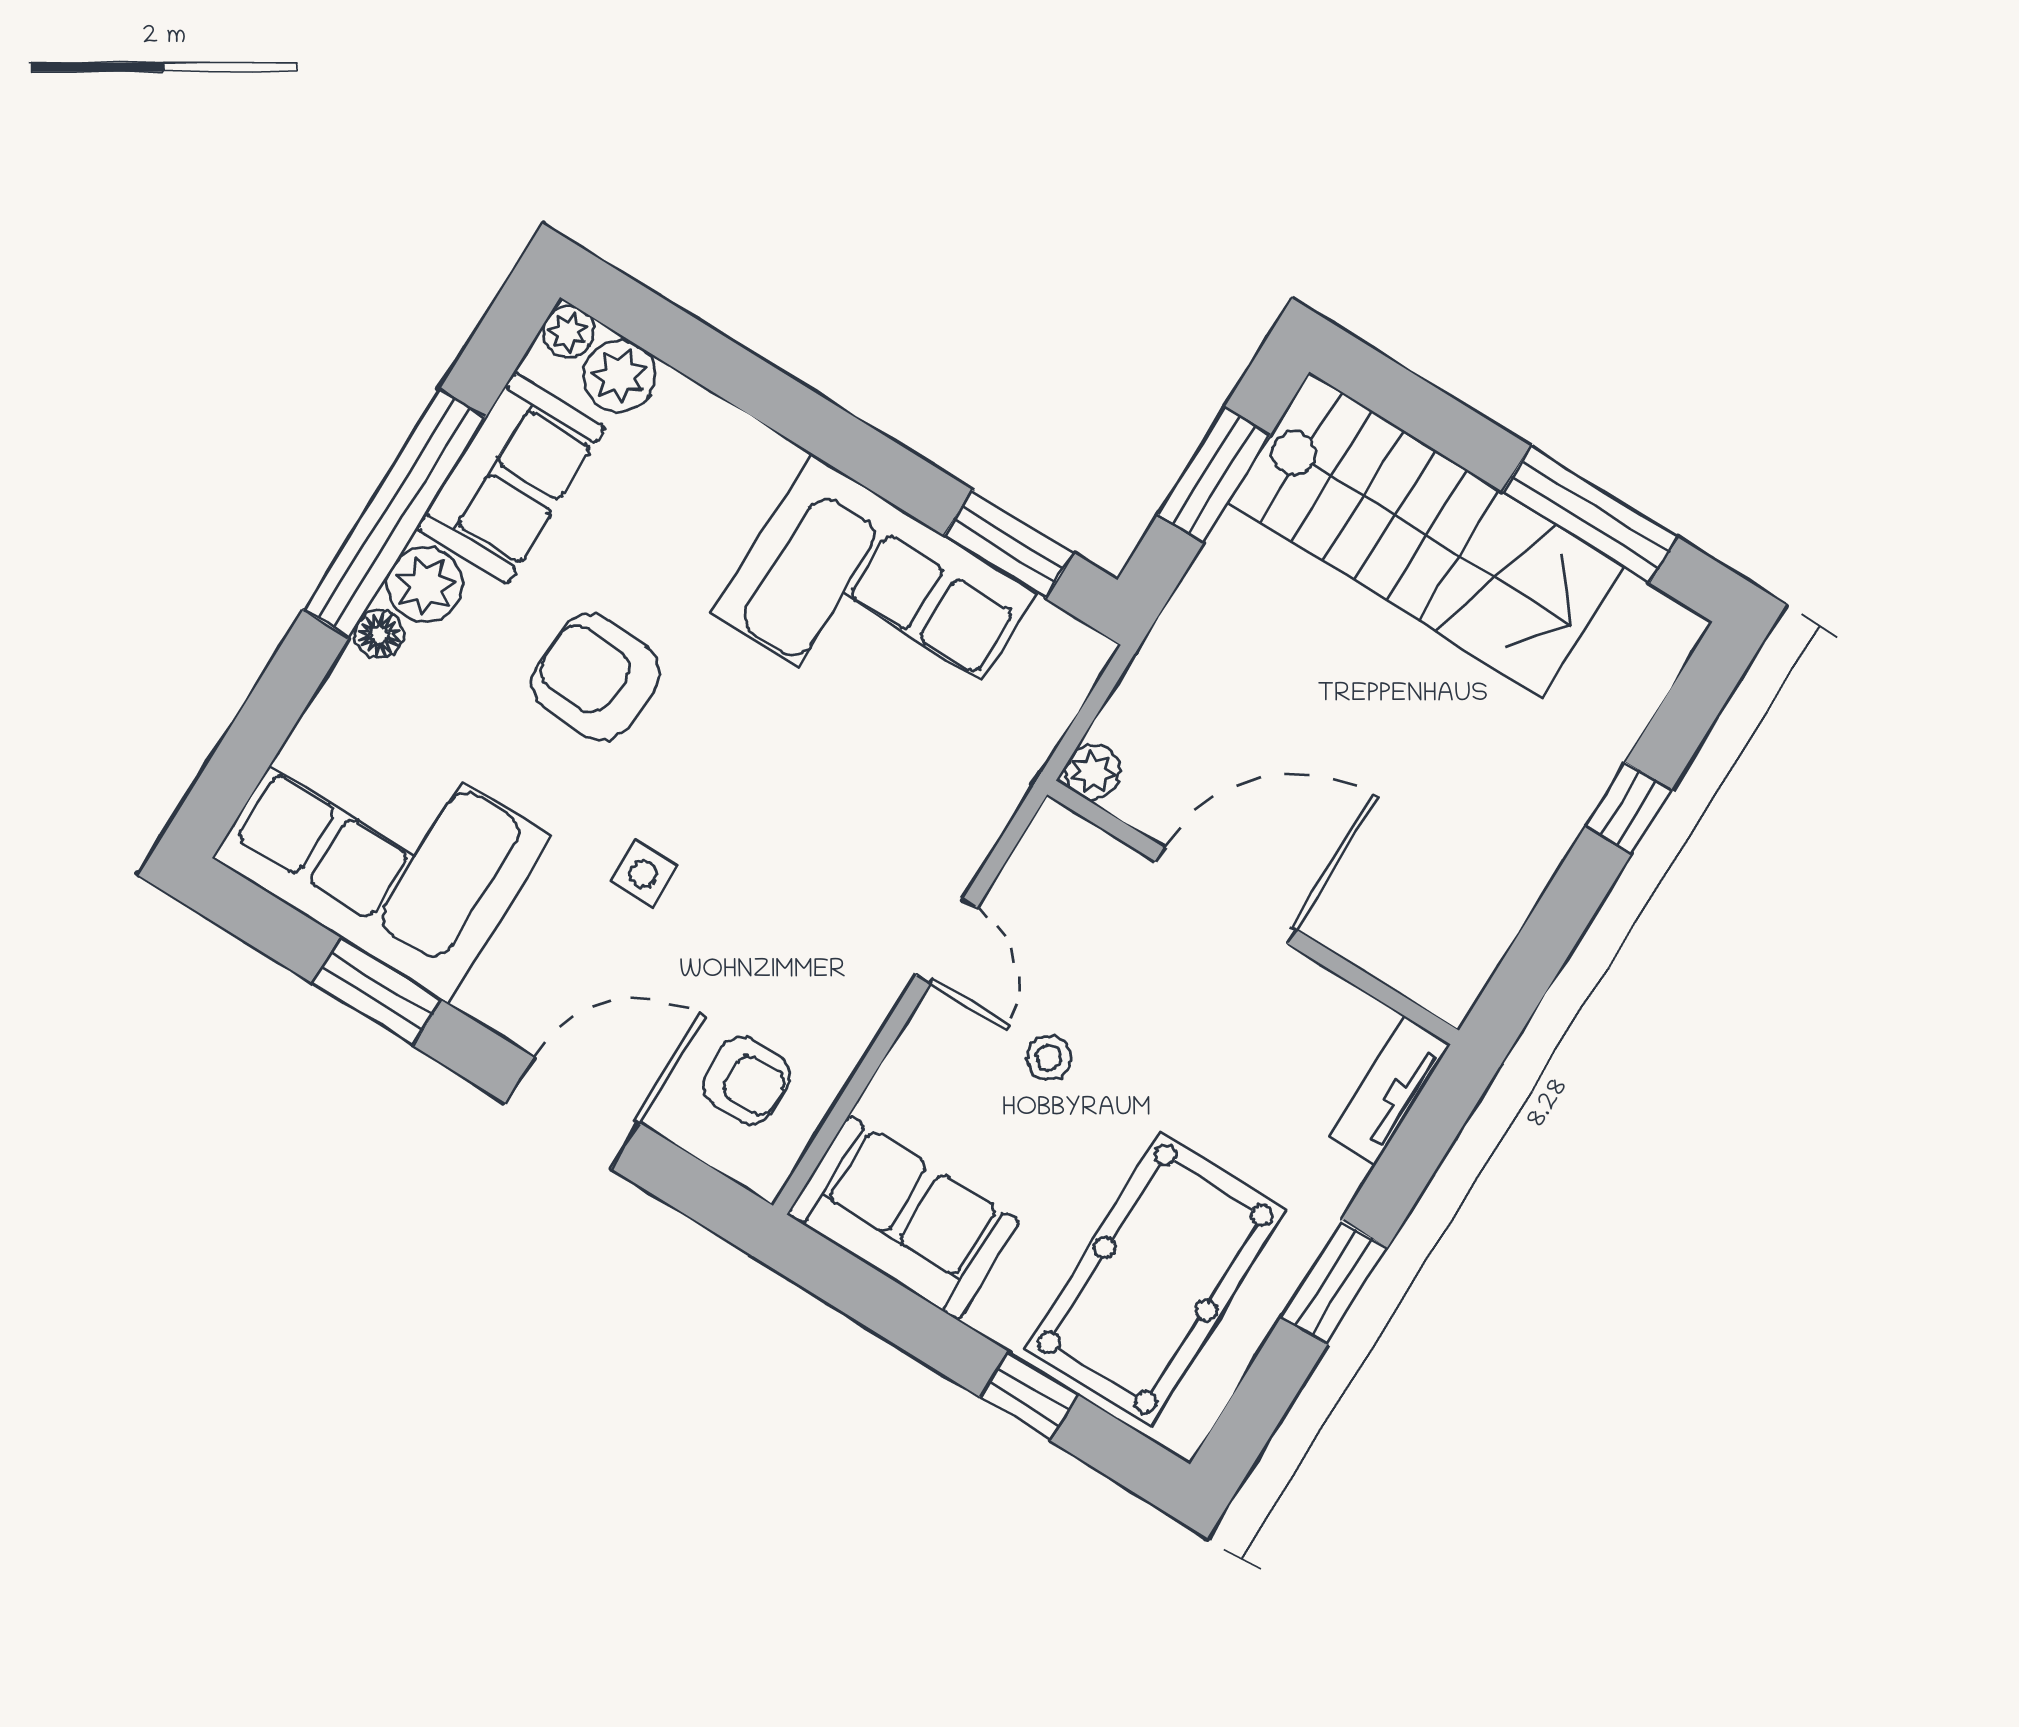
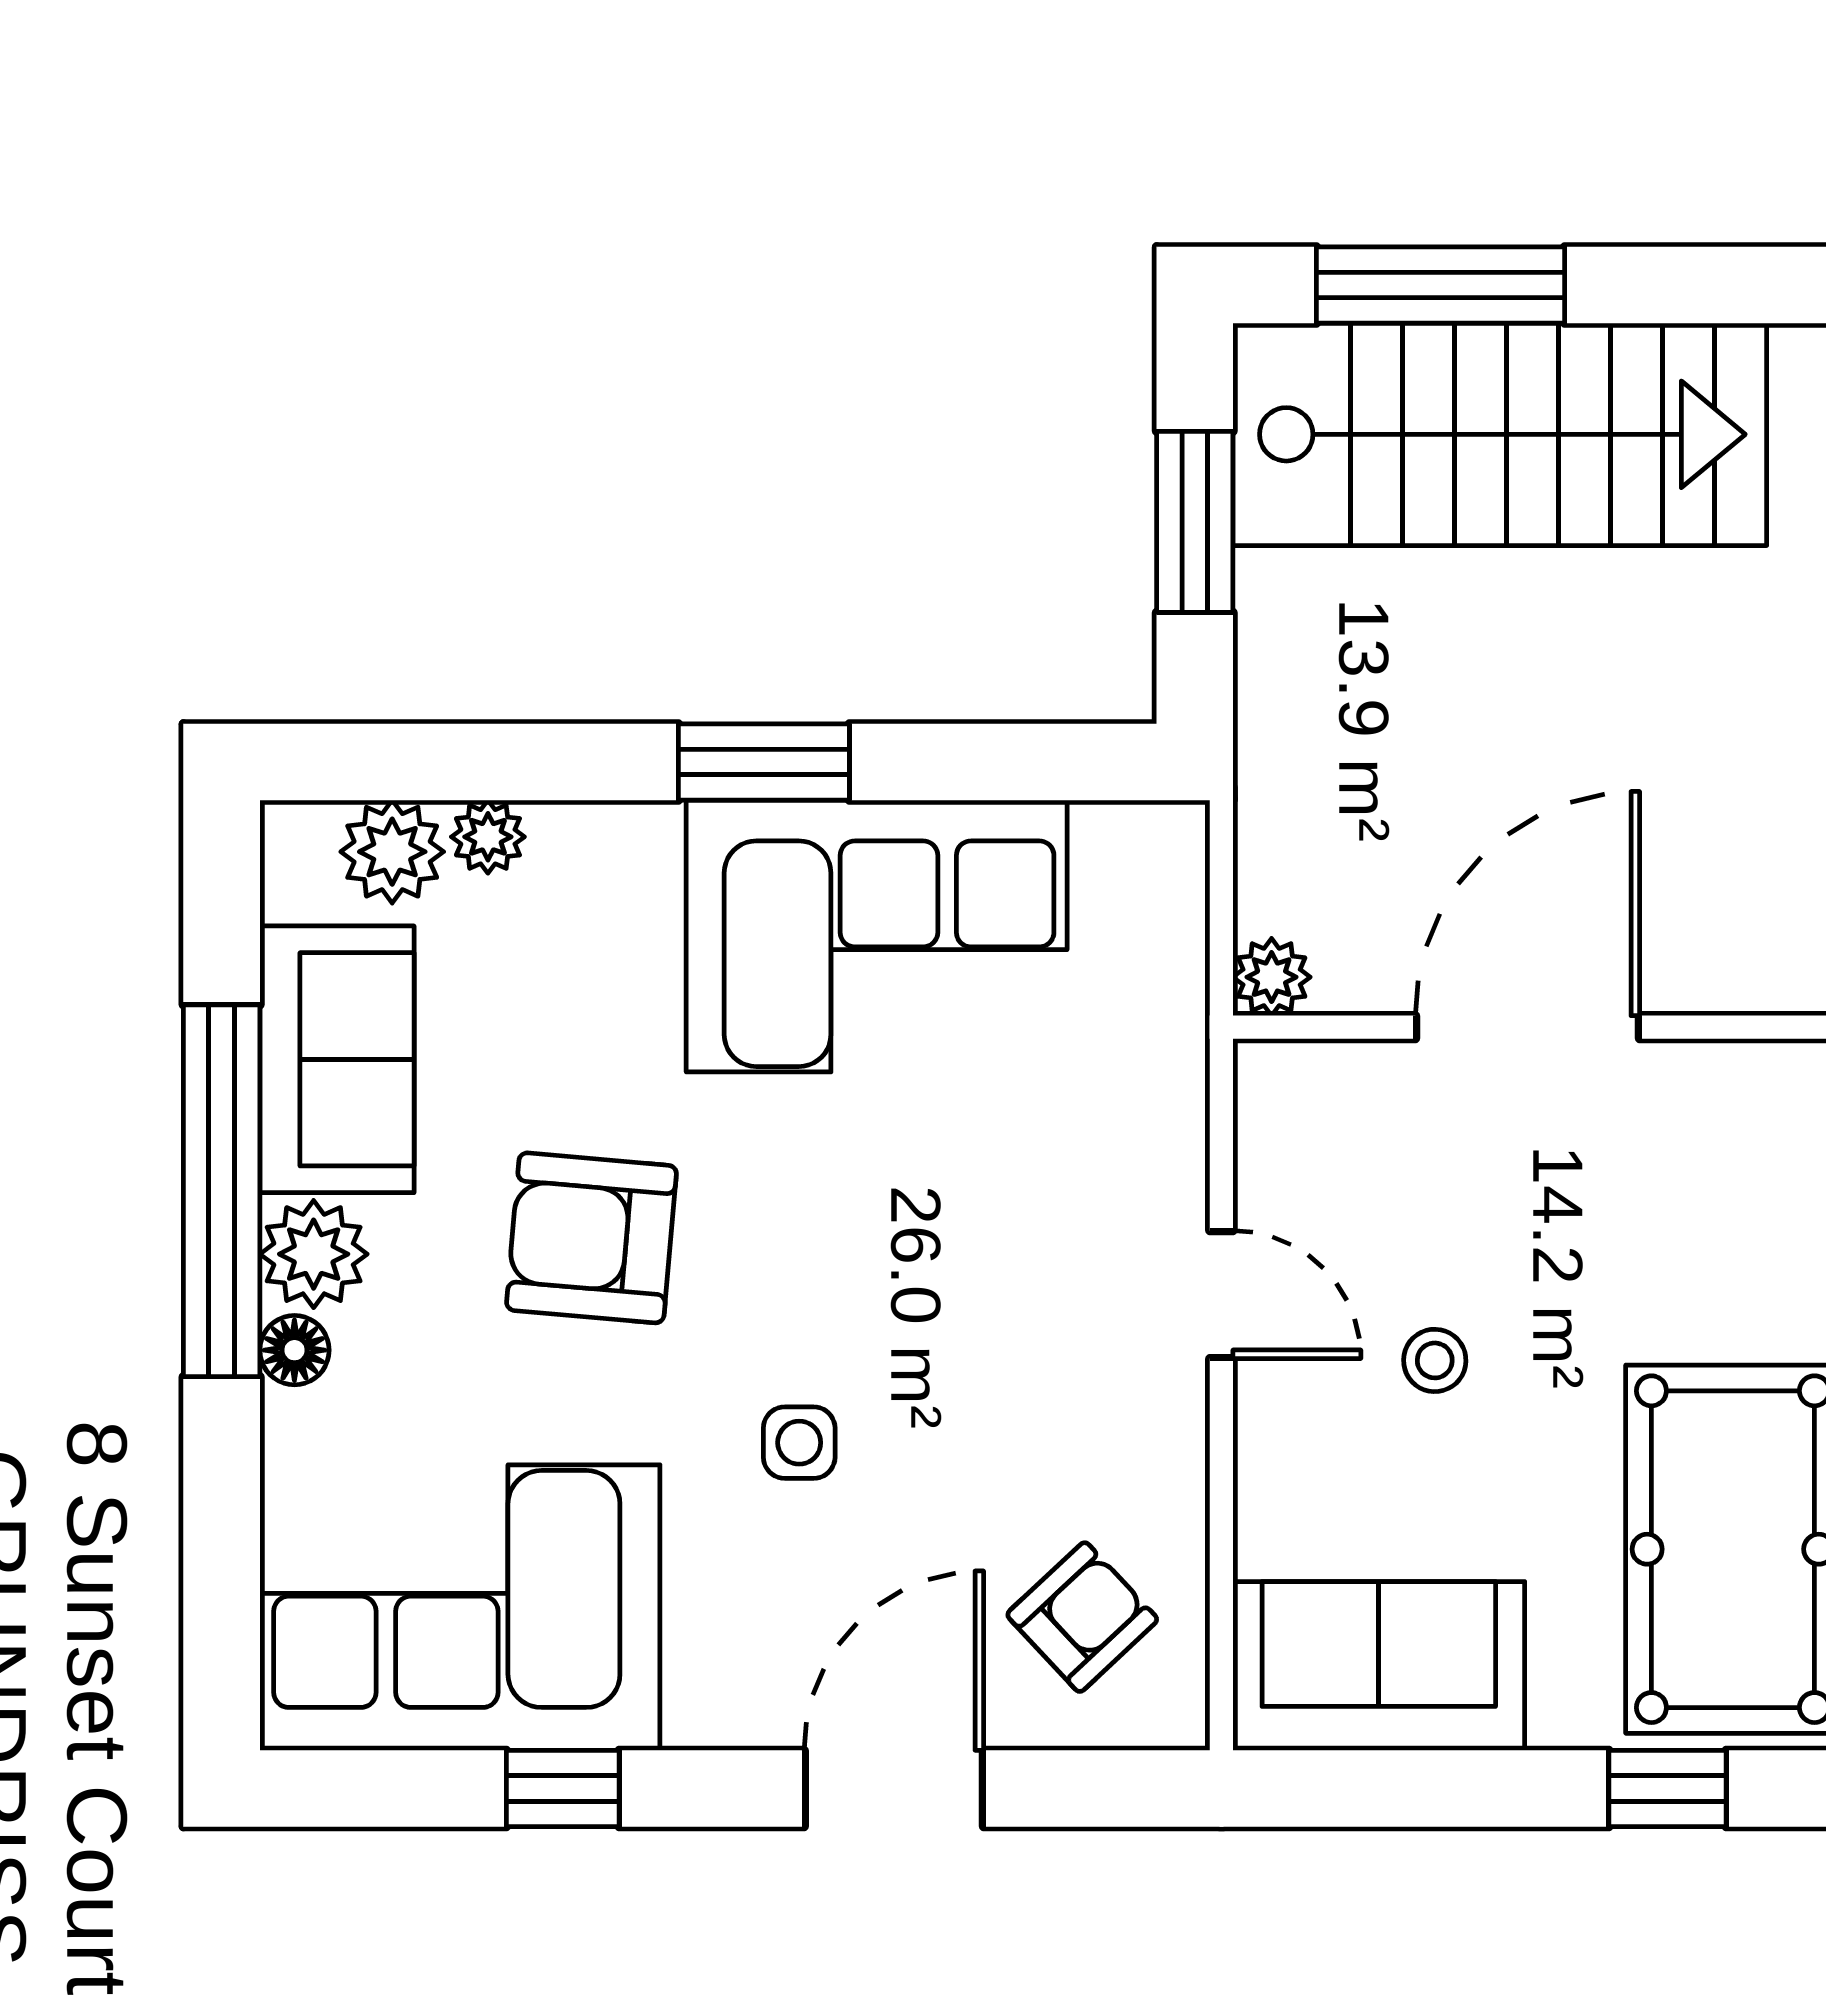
plant: (568, 332) -> (488, 837), moved
window: (1590, 514) -> (1441, 285), moved
window: (1009, 544) -> (764, 762), moved
window: (377, 992) -> (563, 1788), width x0.67
armchair: (746, 1081) -> (1082, 1617), turned -43

